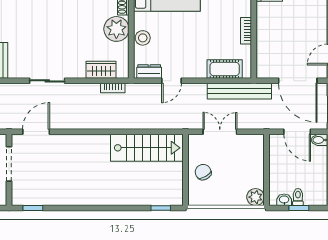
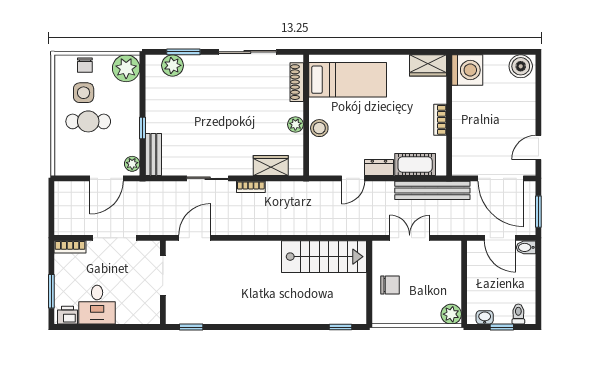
plant: (116, 29) -> (295, 124), width x0.53, depth x0.53
dresser: (149, 72) -> (379, 167), moved
bookcase: (113, 88) -> (251, 187), moved
chair: (203, 172) -> (390, 285), turned 119
toilet: (298, 197) -> (518, 314), moved

